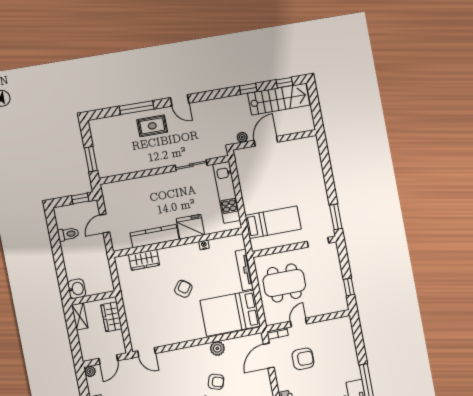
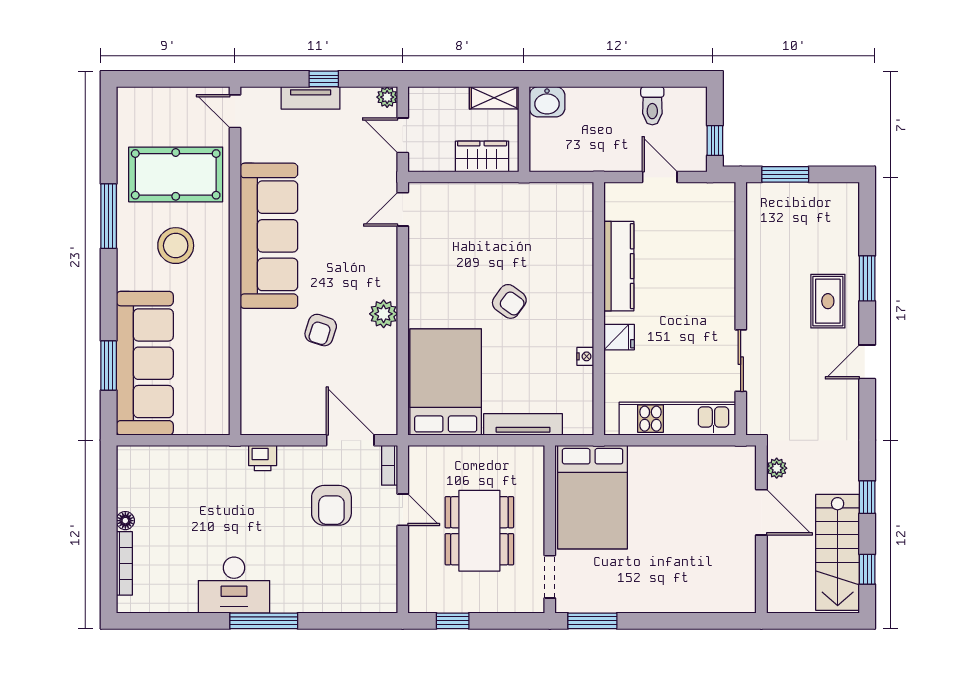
window: (137, 108) -> (867, 278), width x0.69
bed: (273, 222) -> (593, 497), width x1.50
fridge: (190, 227) -> (619, 337), width x0.53, depth x0.75
wardrobe: (144, 260) -> (578, 238), removed
dining table: (284, 283) -> (479, 531), moved
plant: (217, 348) -> (384, 314), moved

